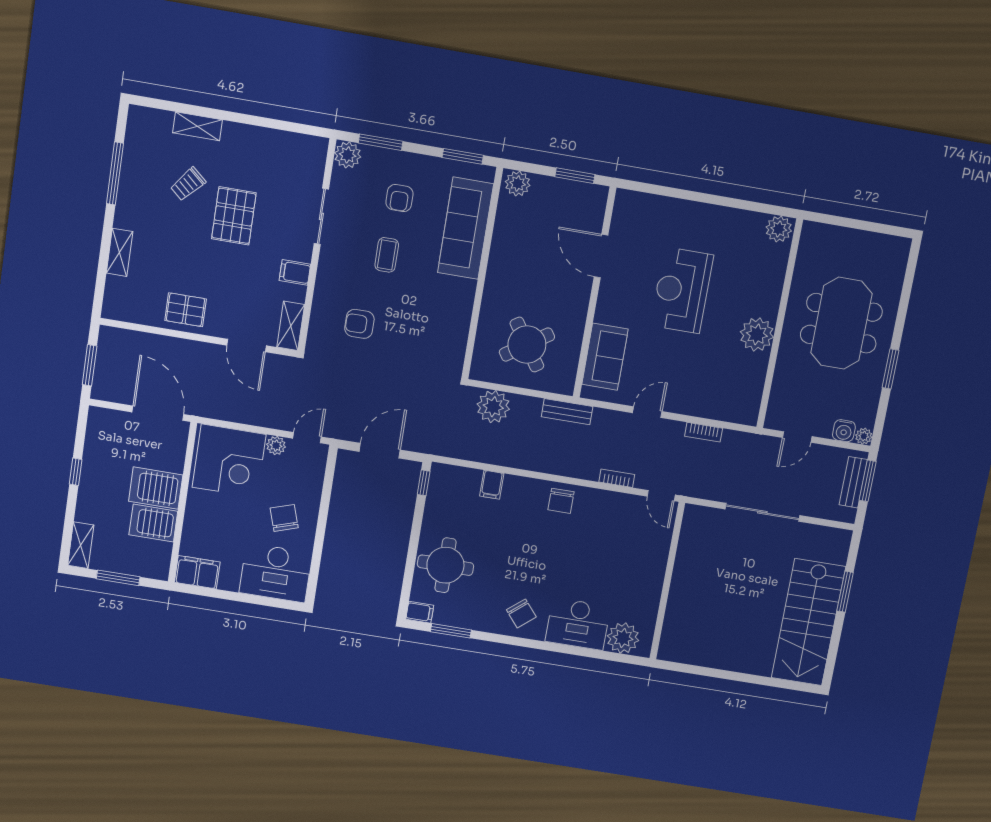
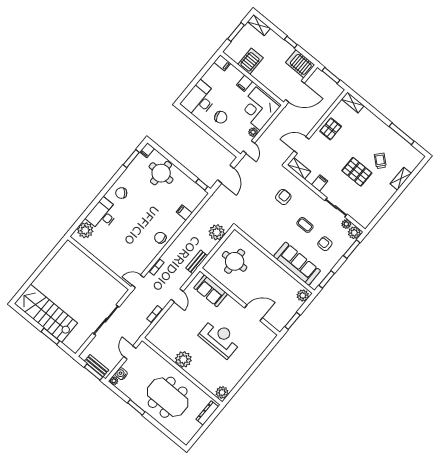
plant: (340, 179) -> (346, 224), added
dresser: (831, 235) -> (207, 413), added
shelving: (120, 252) -> (353, 102), moved
round table: (527, 345) -> (235, 261), turned 31
server rack: (156, 488) -> (300, 64), moved, turned -90
filing cabinet: (199, 511) -> (244, 83), added
filing cabinet: (197, 572) -> (222, 63), width x0.50

